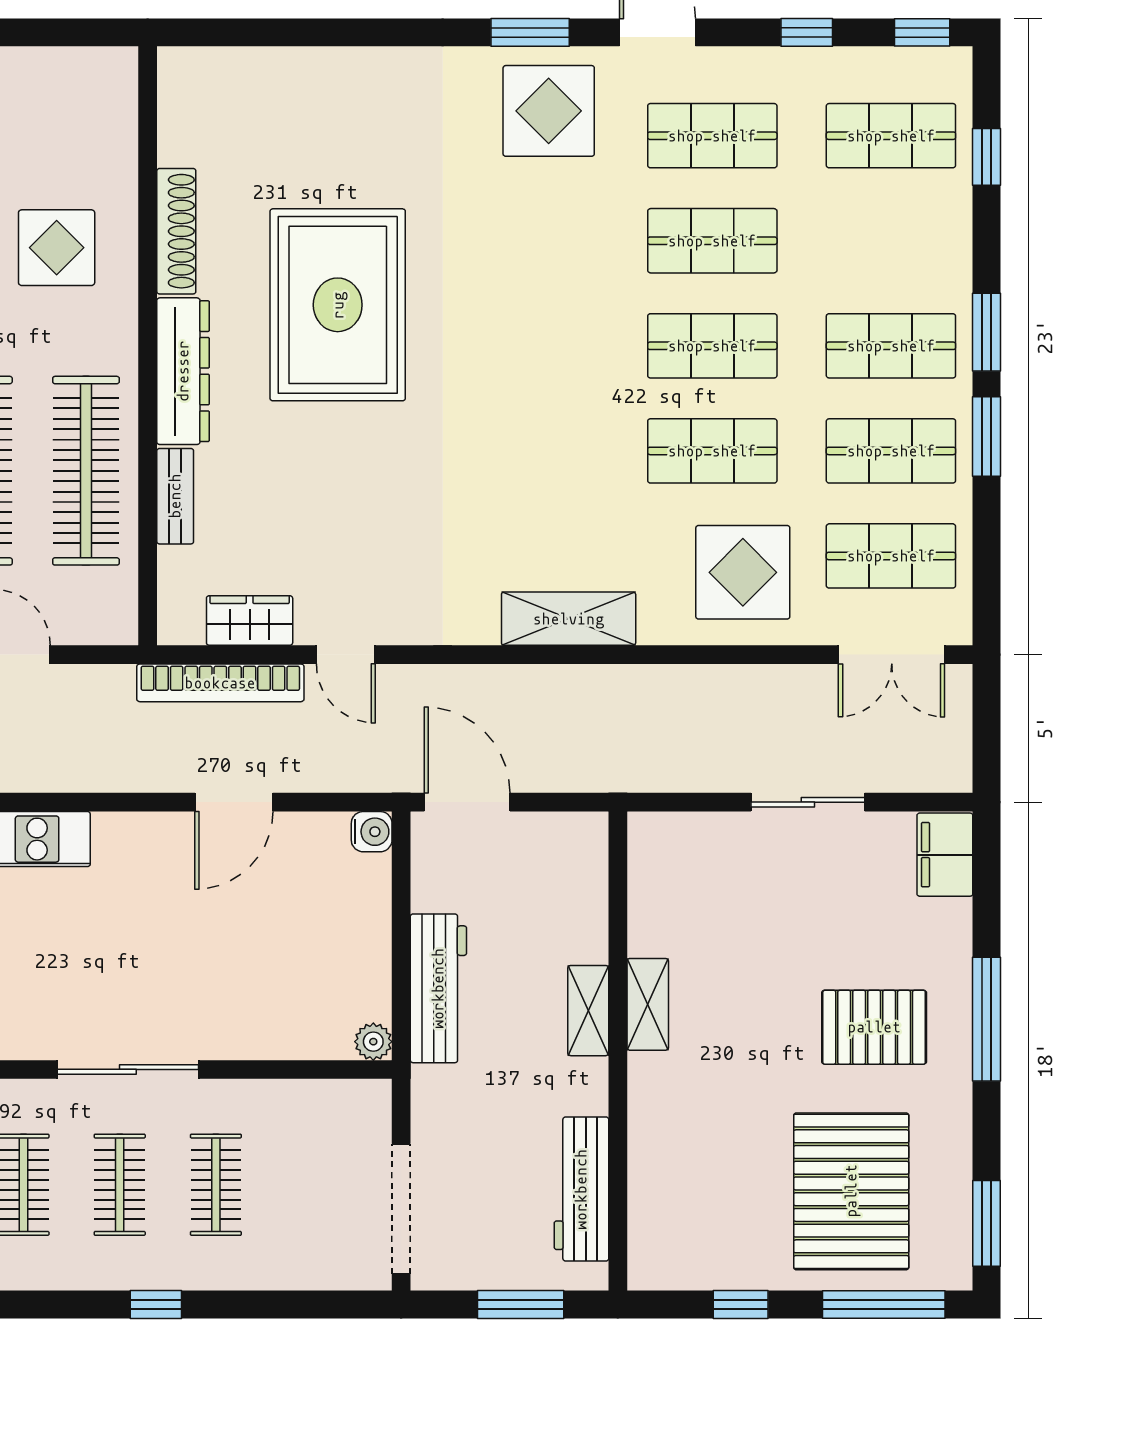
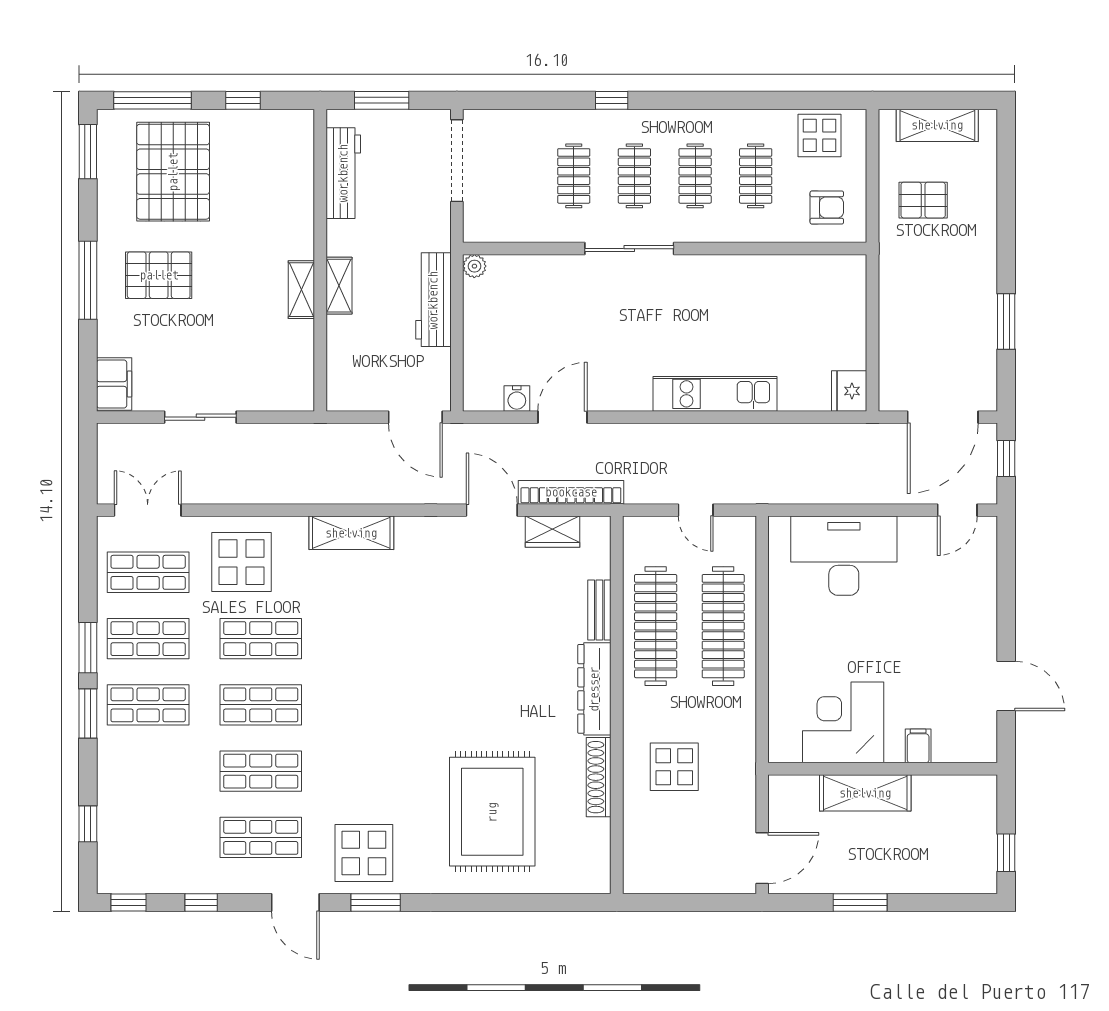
shop shelf: (891, 136) -> (148, 837), removed
rug: (338, 305) -> (492, 812), moved
door: (346, 655) -> (492, 510), width x1.38
water cooler: (372, 832) -> (517, 399), moved, turned -90

